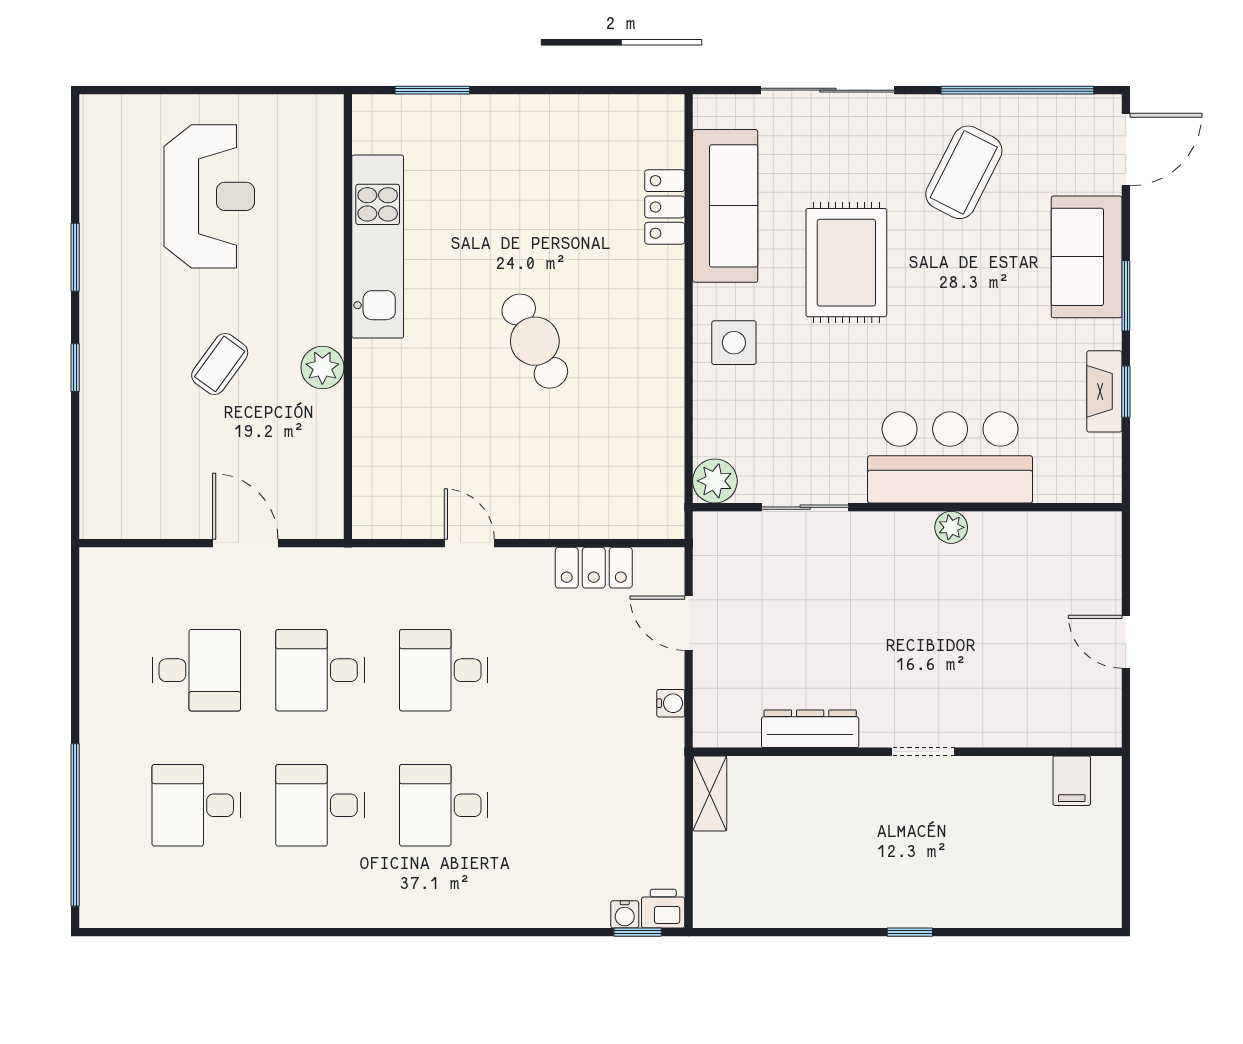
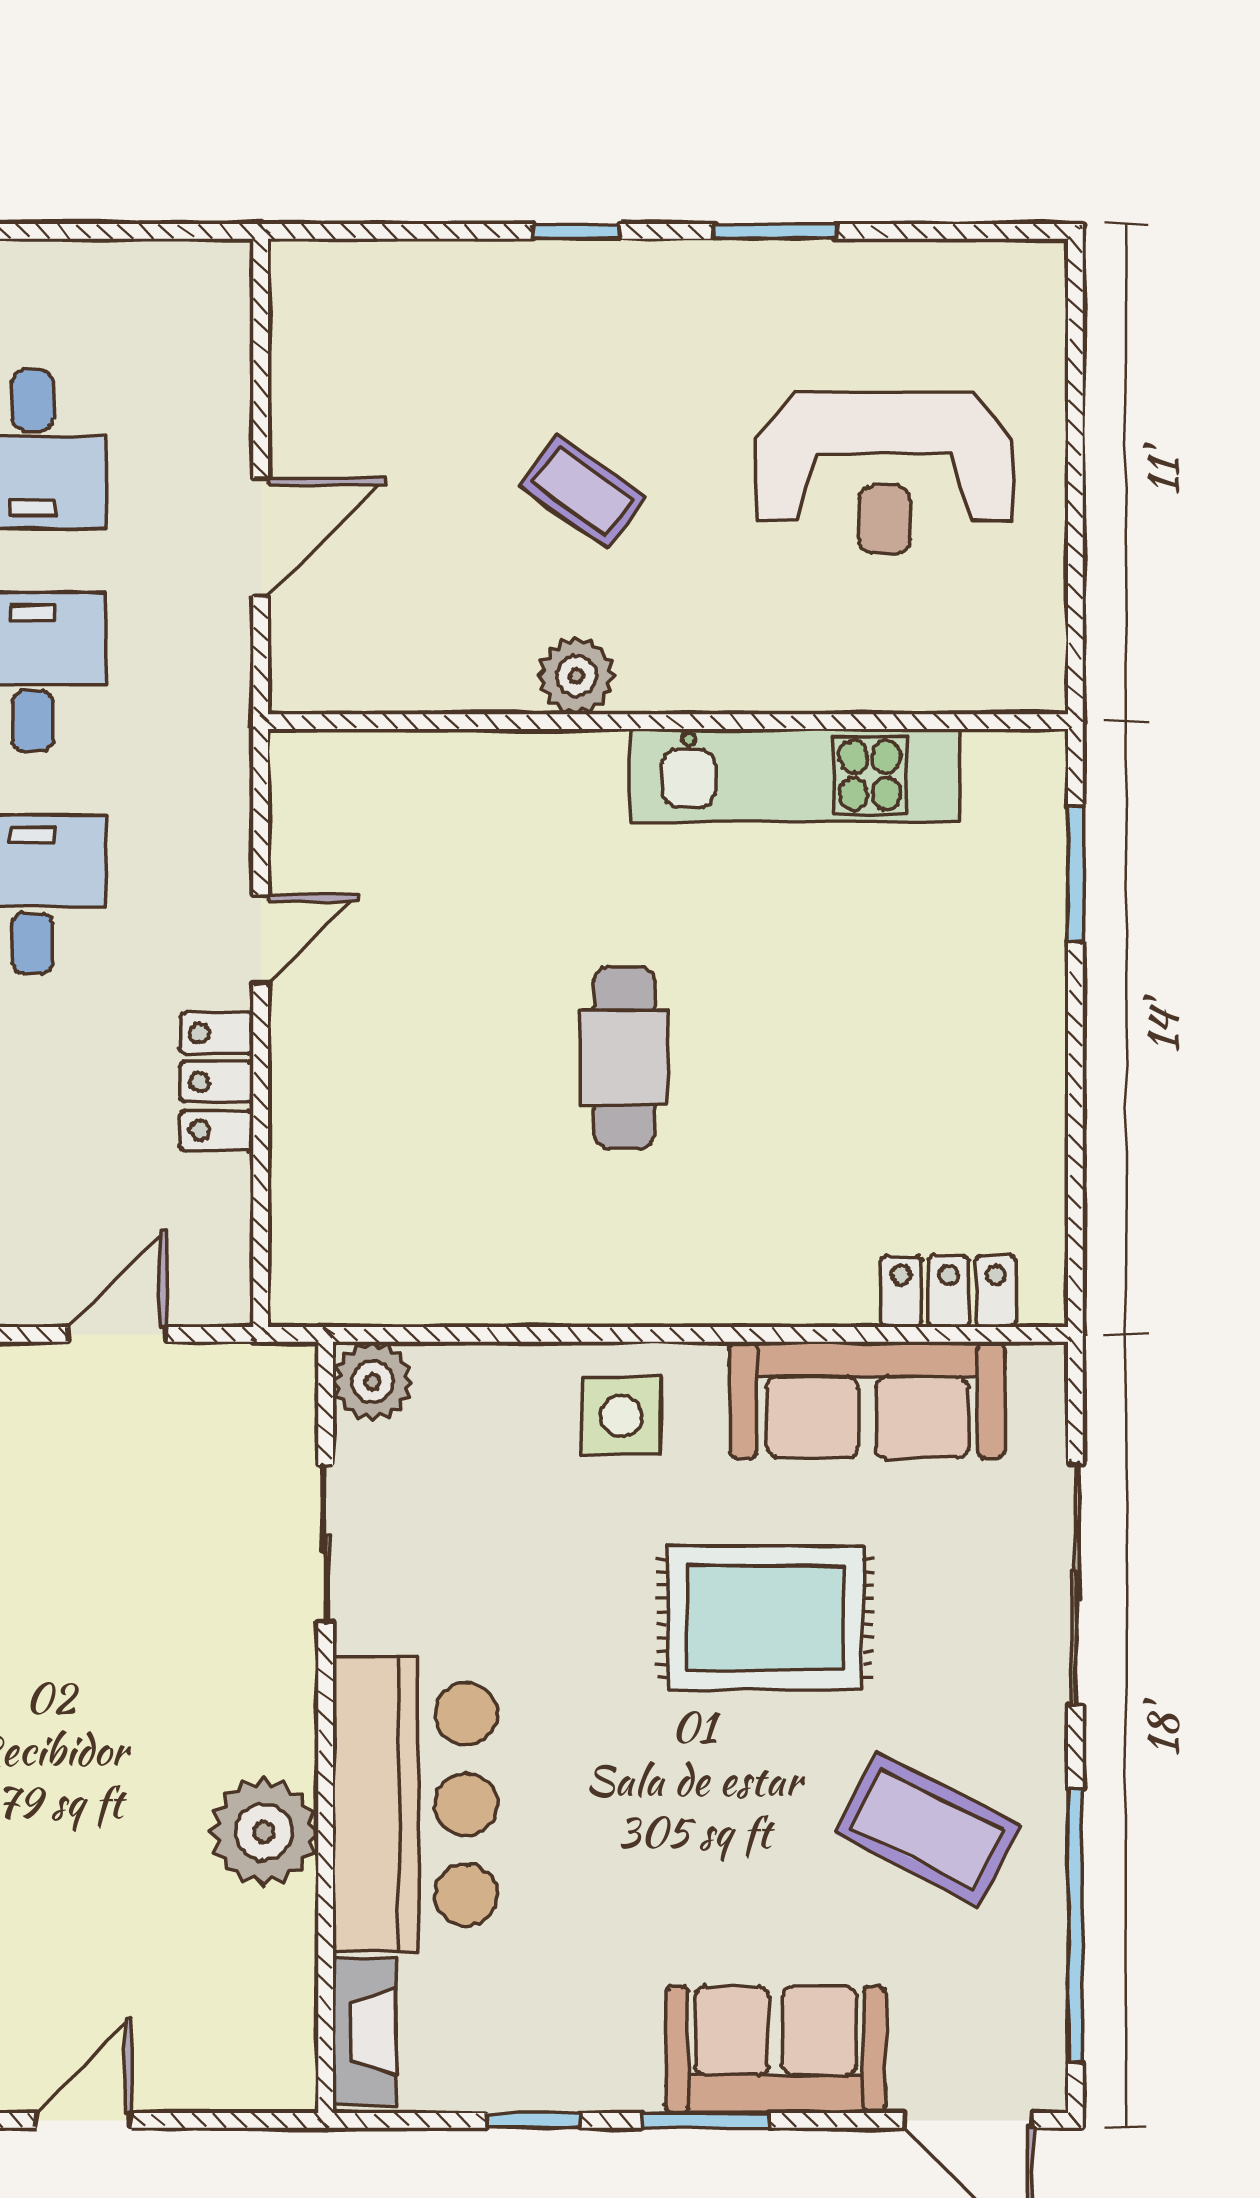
locker: (665, 207) -> (949, 1291), moved
cafe table: (535, 341) -> (624, 1058), turned -63
fireplace: (1104, 391) -> (364, 2031), moved, turned 90
plant: (951, 527) -> (264, 1832), width x1.88, depth x1.88
locker: (594, 568) -> (217, 1082), moved

